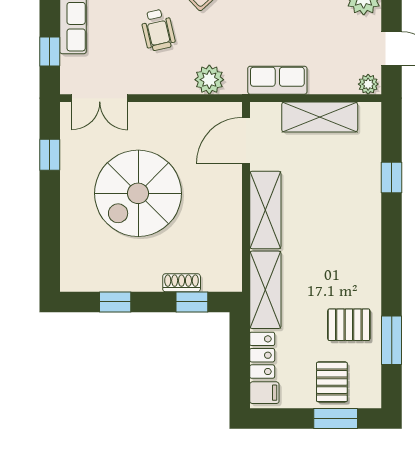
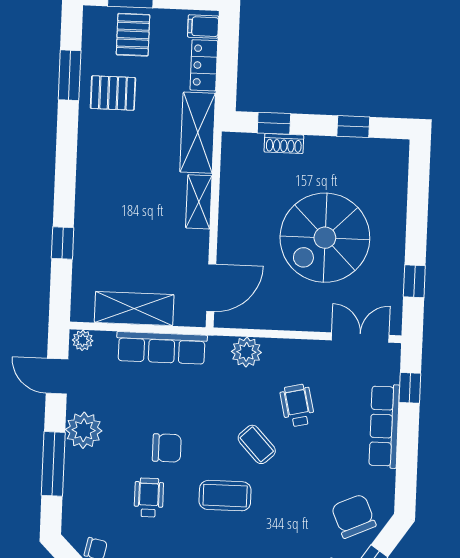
row of seats: (277, 80) -> (162, 348), width x1.48
spiral stairs: (138, 193) -> (325, 238), turned 180
shelving: (265, 210) -> (199, 202), width x0.67, depth x0.75

